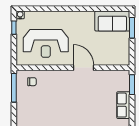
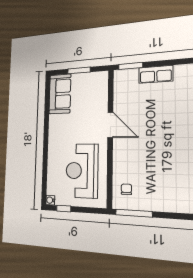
window: (132, 28) -> (79, 71), moved
reception desk: (46, 43) -> (82, 171), turned 180
door: (83, 68) -> (110, 125), swing flipped

